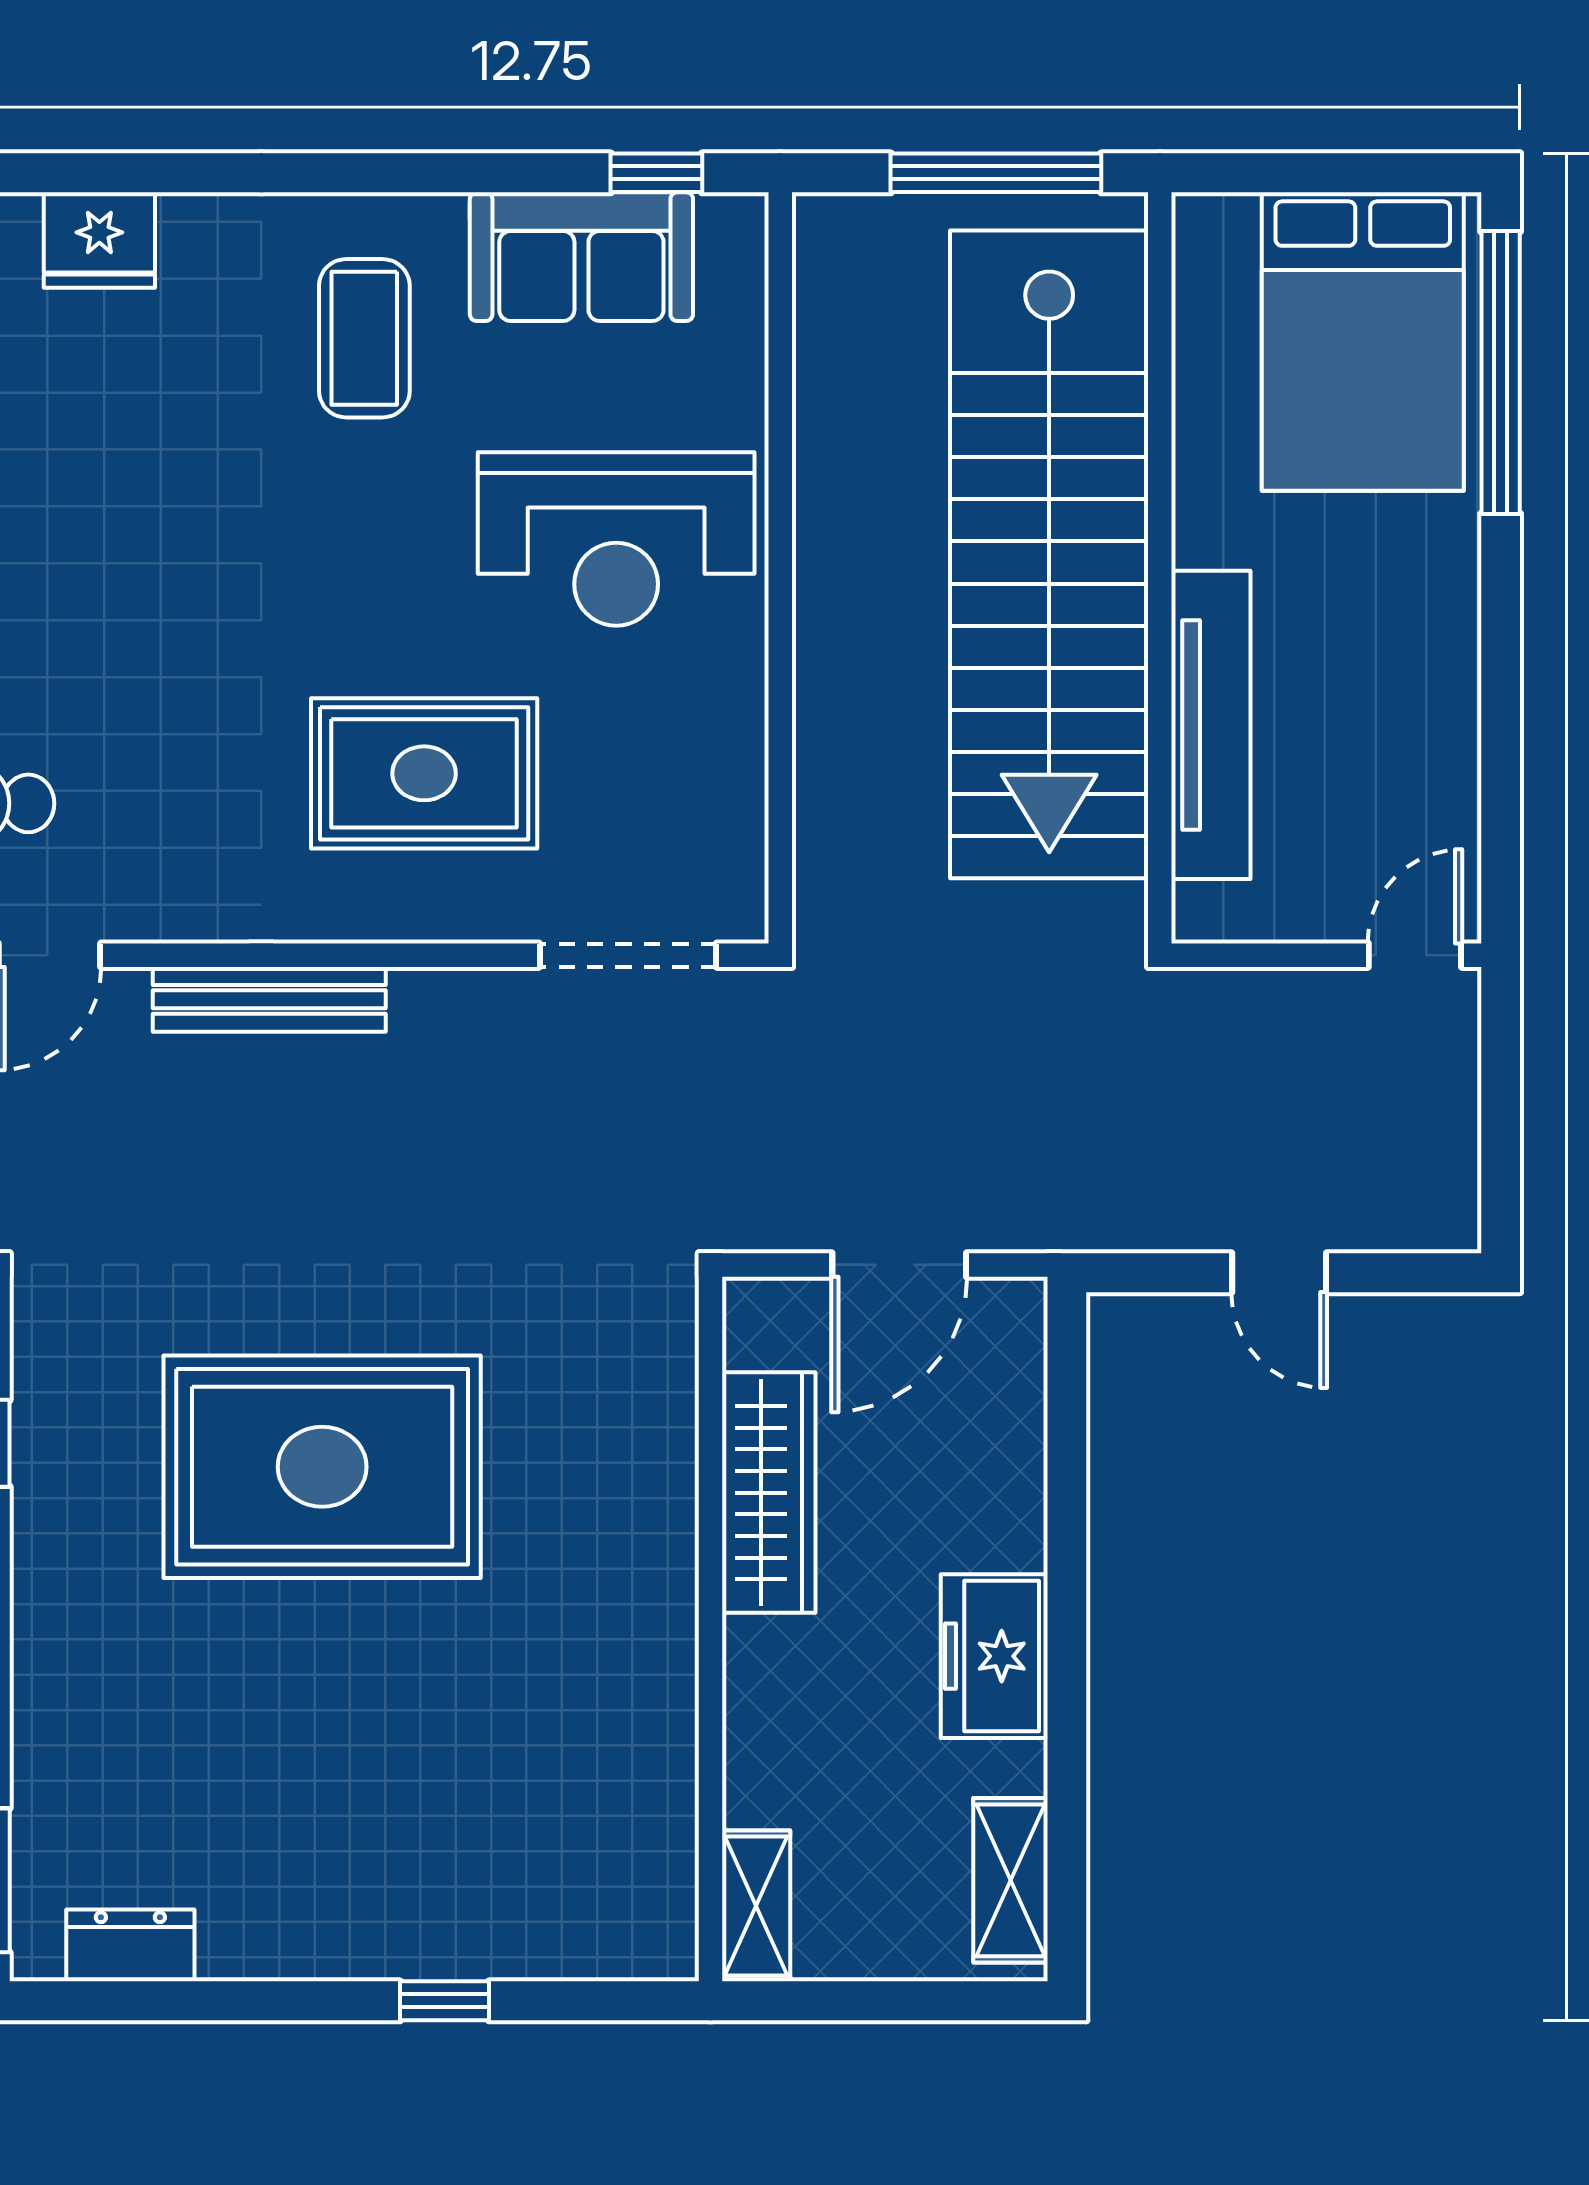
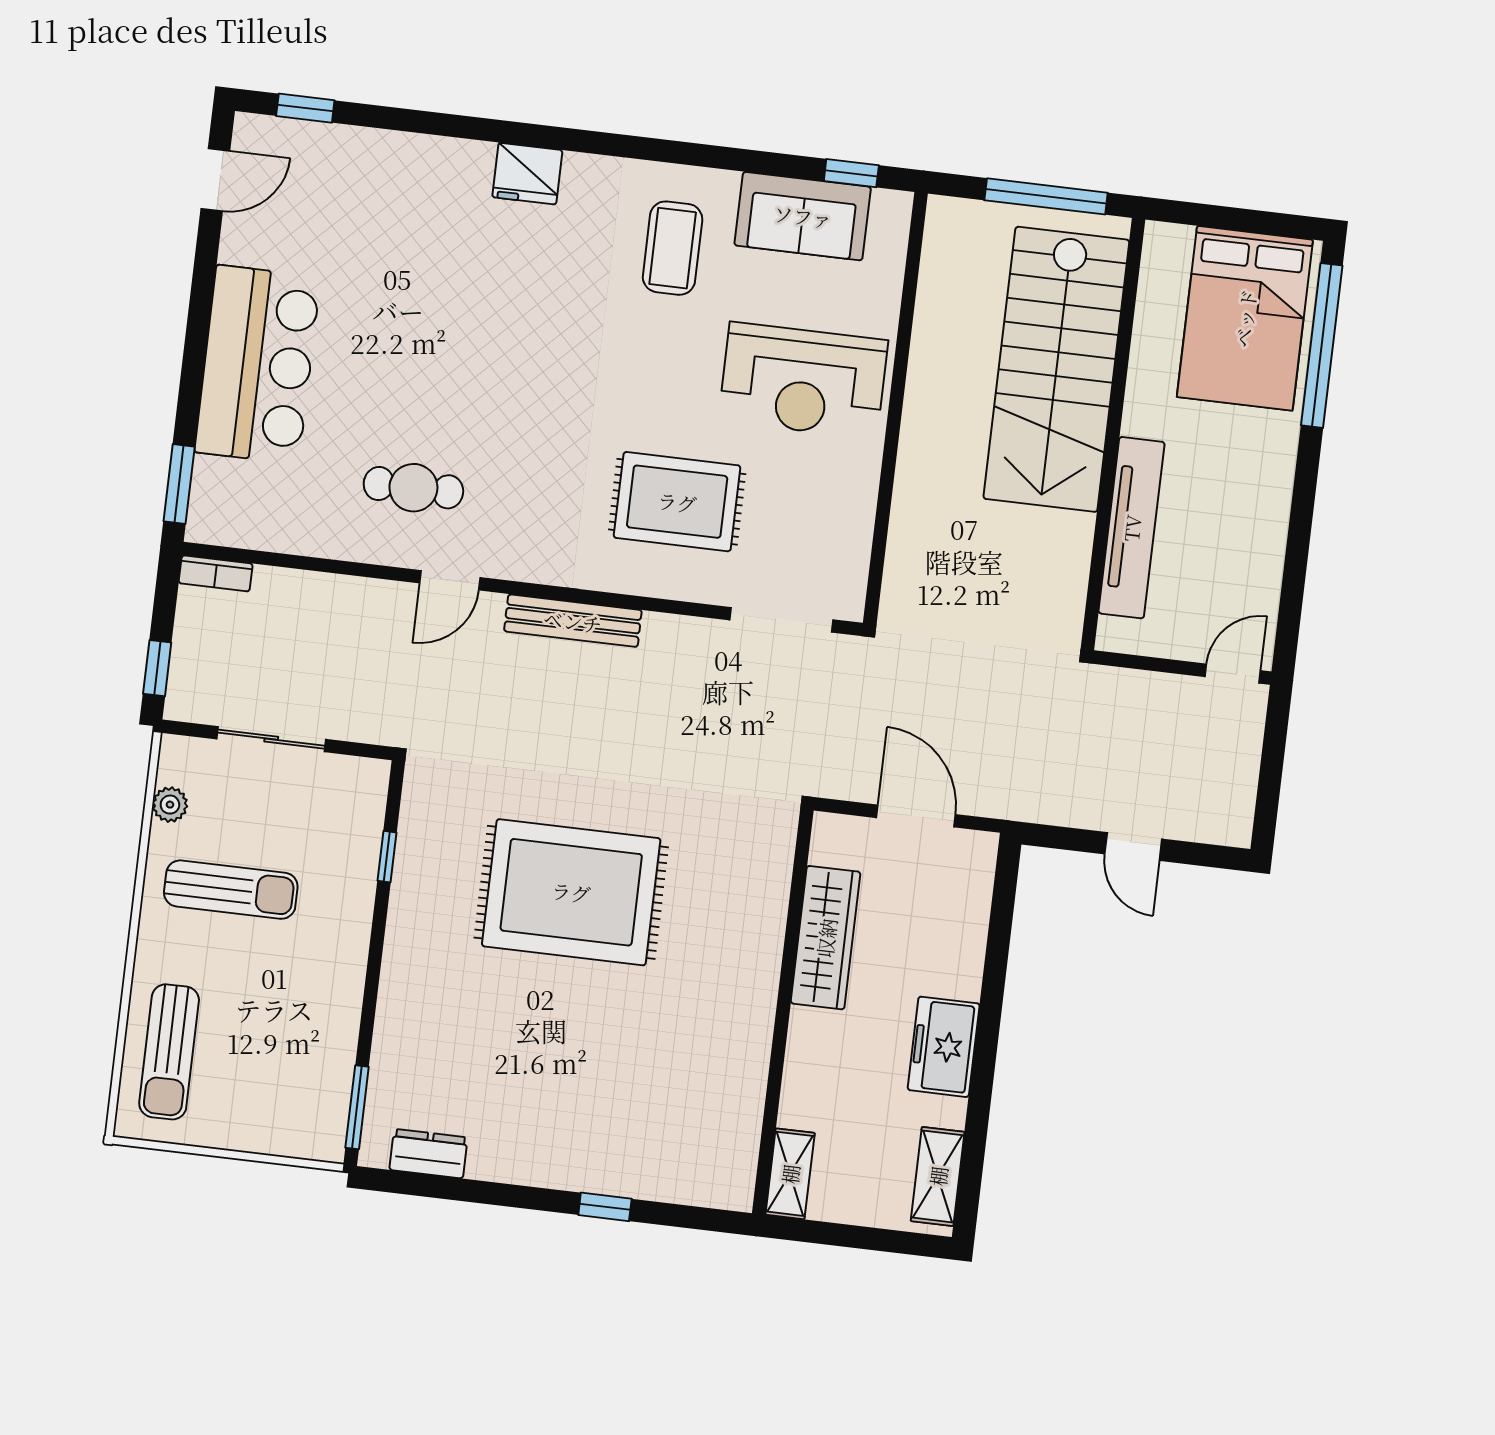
stairs: (1049, 554) -> (1056, 369), width x0.73
door: (899, 1265) -> (916, 816), swing flipped

